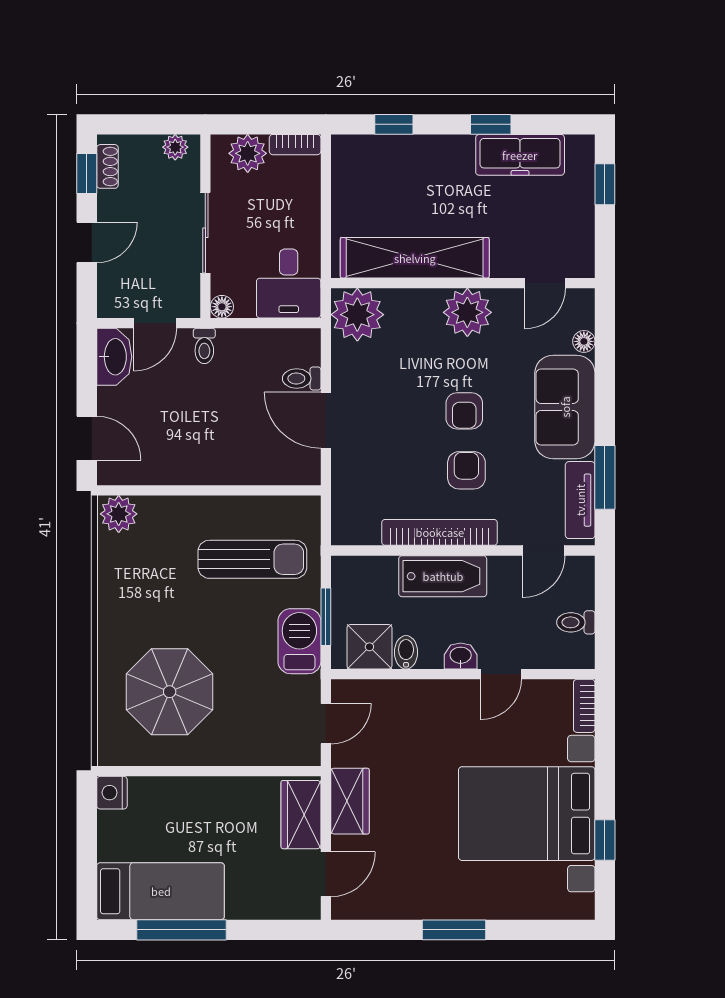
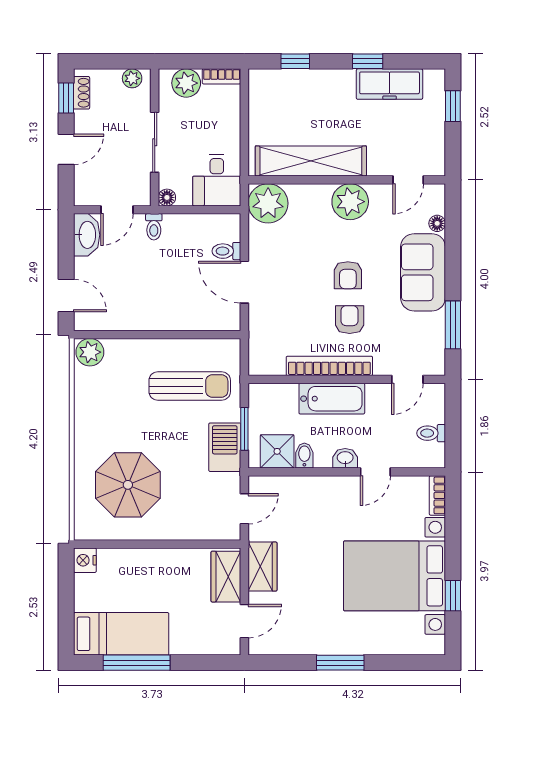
tv unit: (580, 500) -> (434, 342), removed

